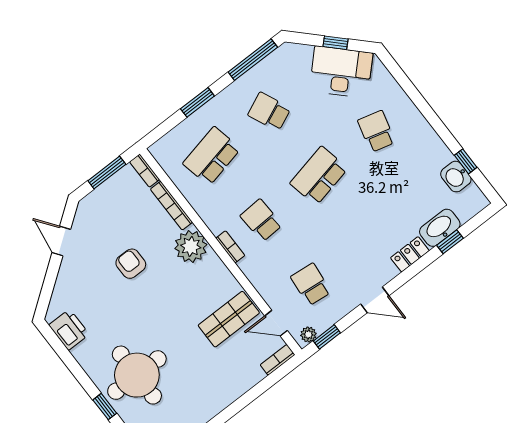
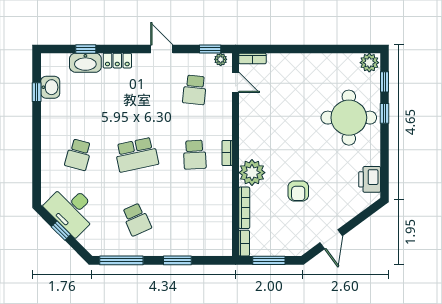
school desk: (212, 156) -> (195, 219), removed
shop shelf: (229, 319) -> (263, 108), removed

